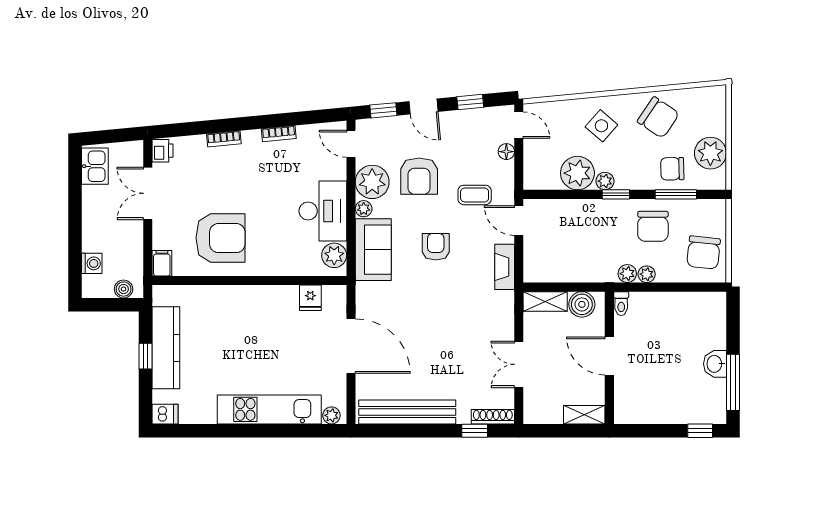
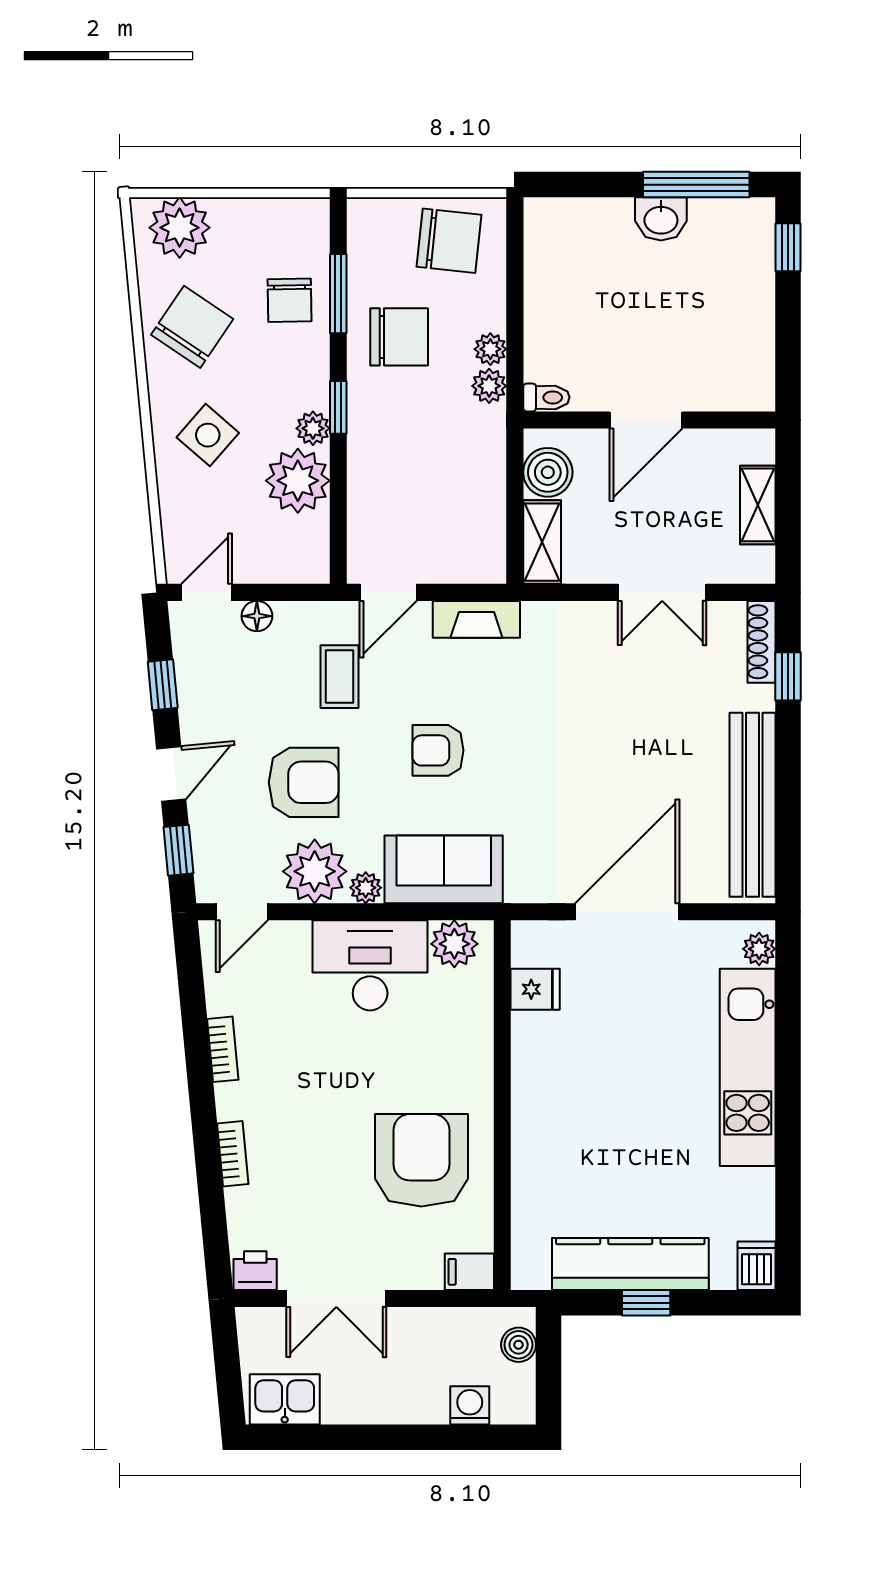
plant: (710, 153) -> (180, 228), moved
shelving: (584, 415) -> (758, 505), moved

